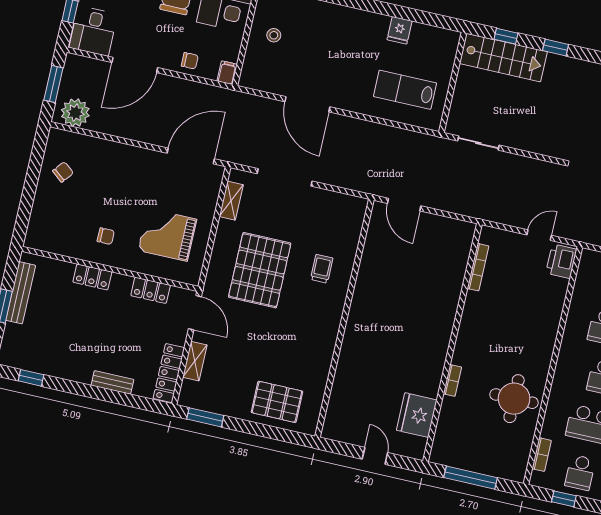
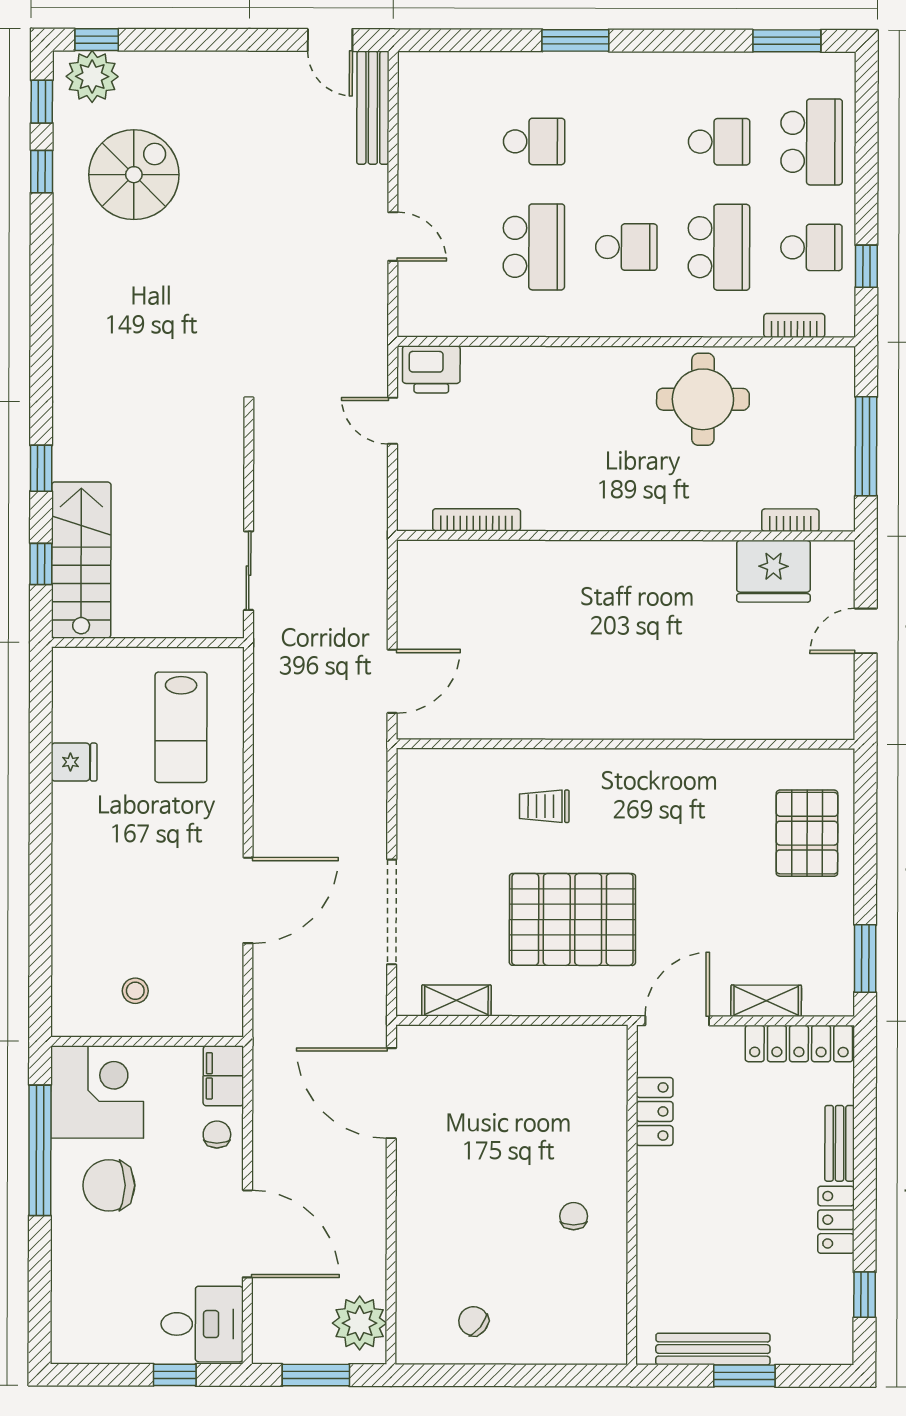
filing cabinet: (227, 73) -> (223, 1076), width x2.00
grand piano: (167, 235) -> (546, 1104), removed
locker: (92, 277) -> (836, 1220), moved, turned 180
bookcase: (452, 380) -> (790, 520), moved

